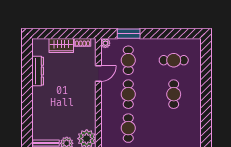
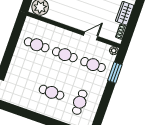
door: (98, 74) -> (91, 36), swing flipped

